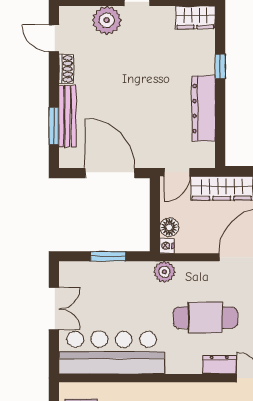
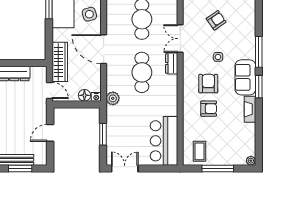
door: (110, 173) -> (50, 133), width x0.53
double door: (54, 309) -> (125, 169), moved
bar counter: (112, 353) -> (164, 141), width x0.73

